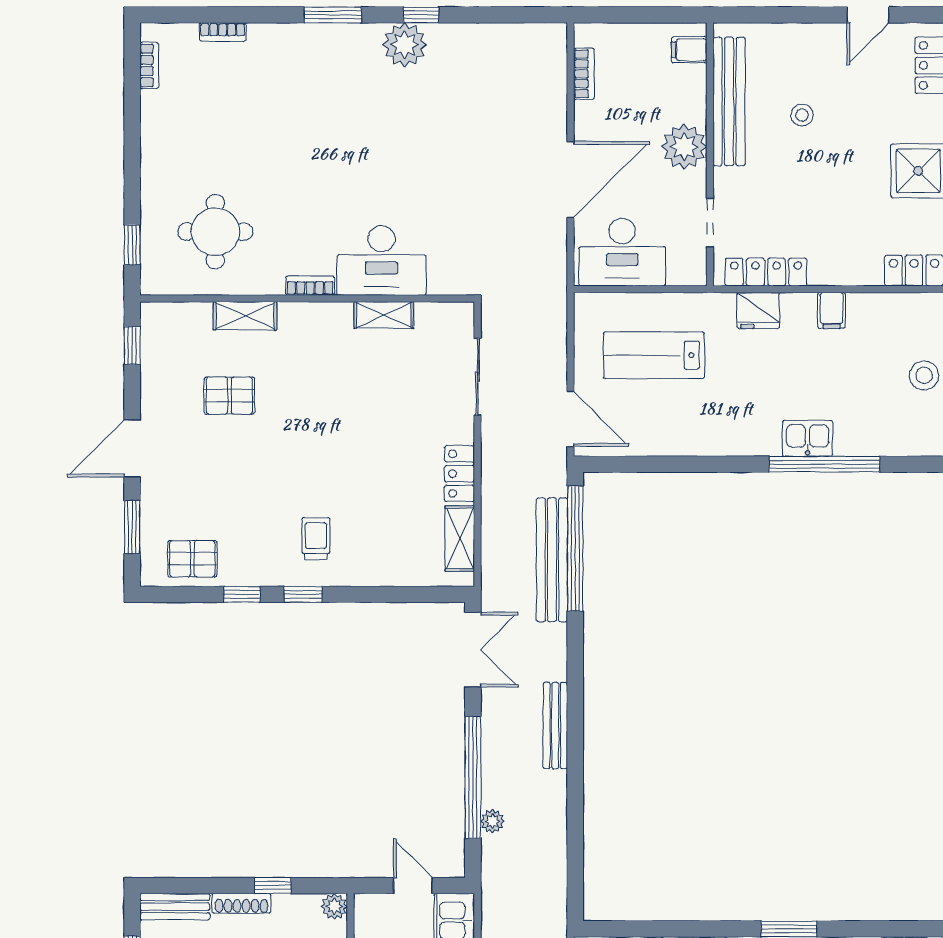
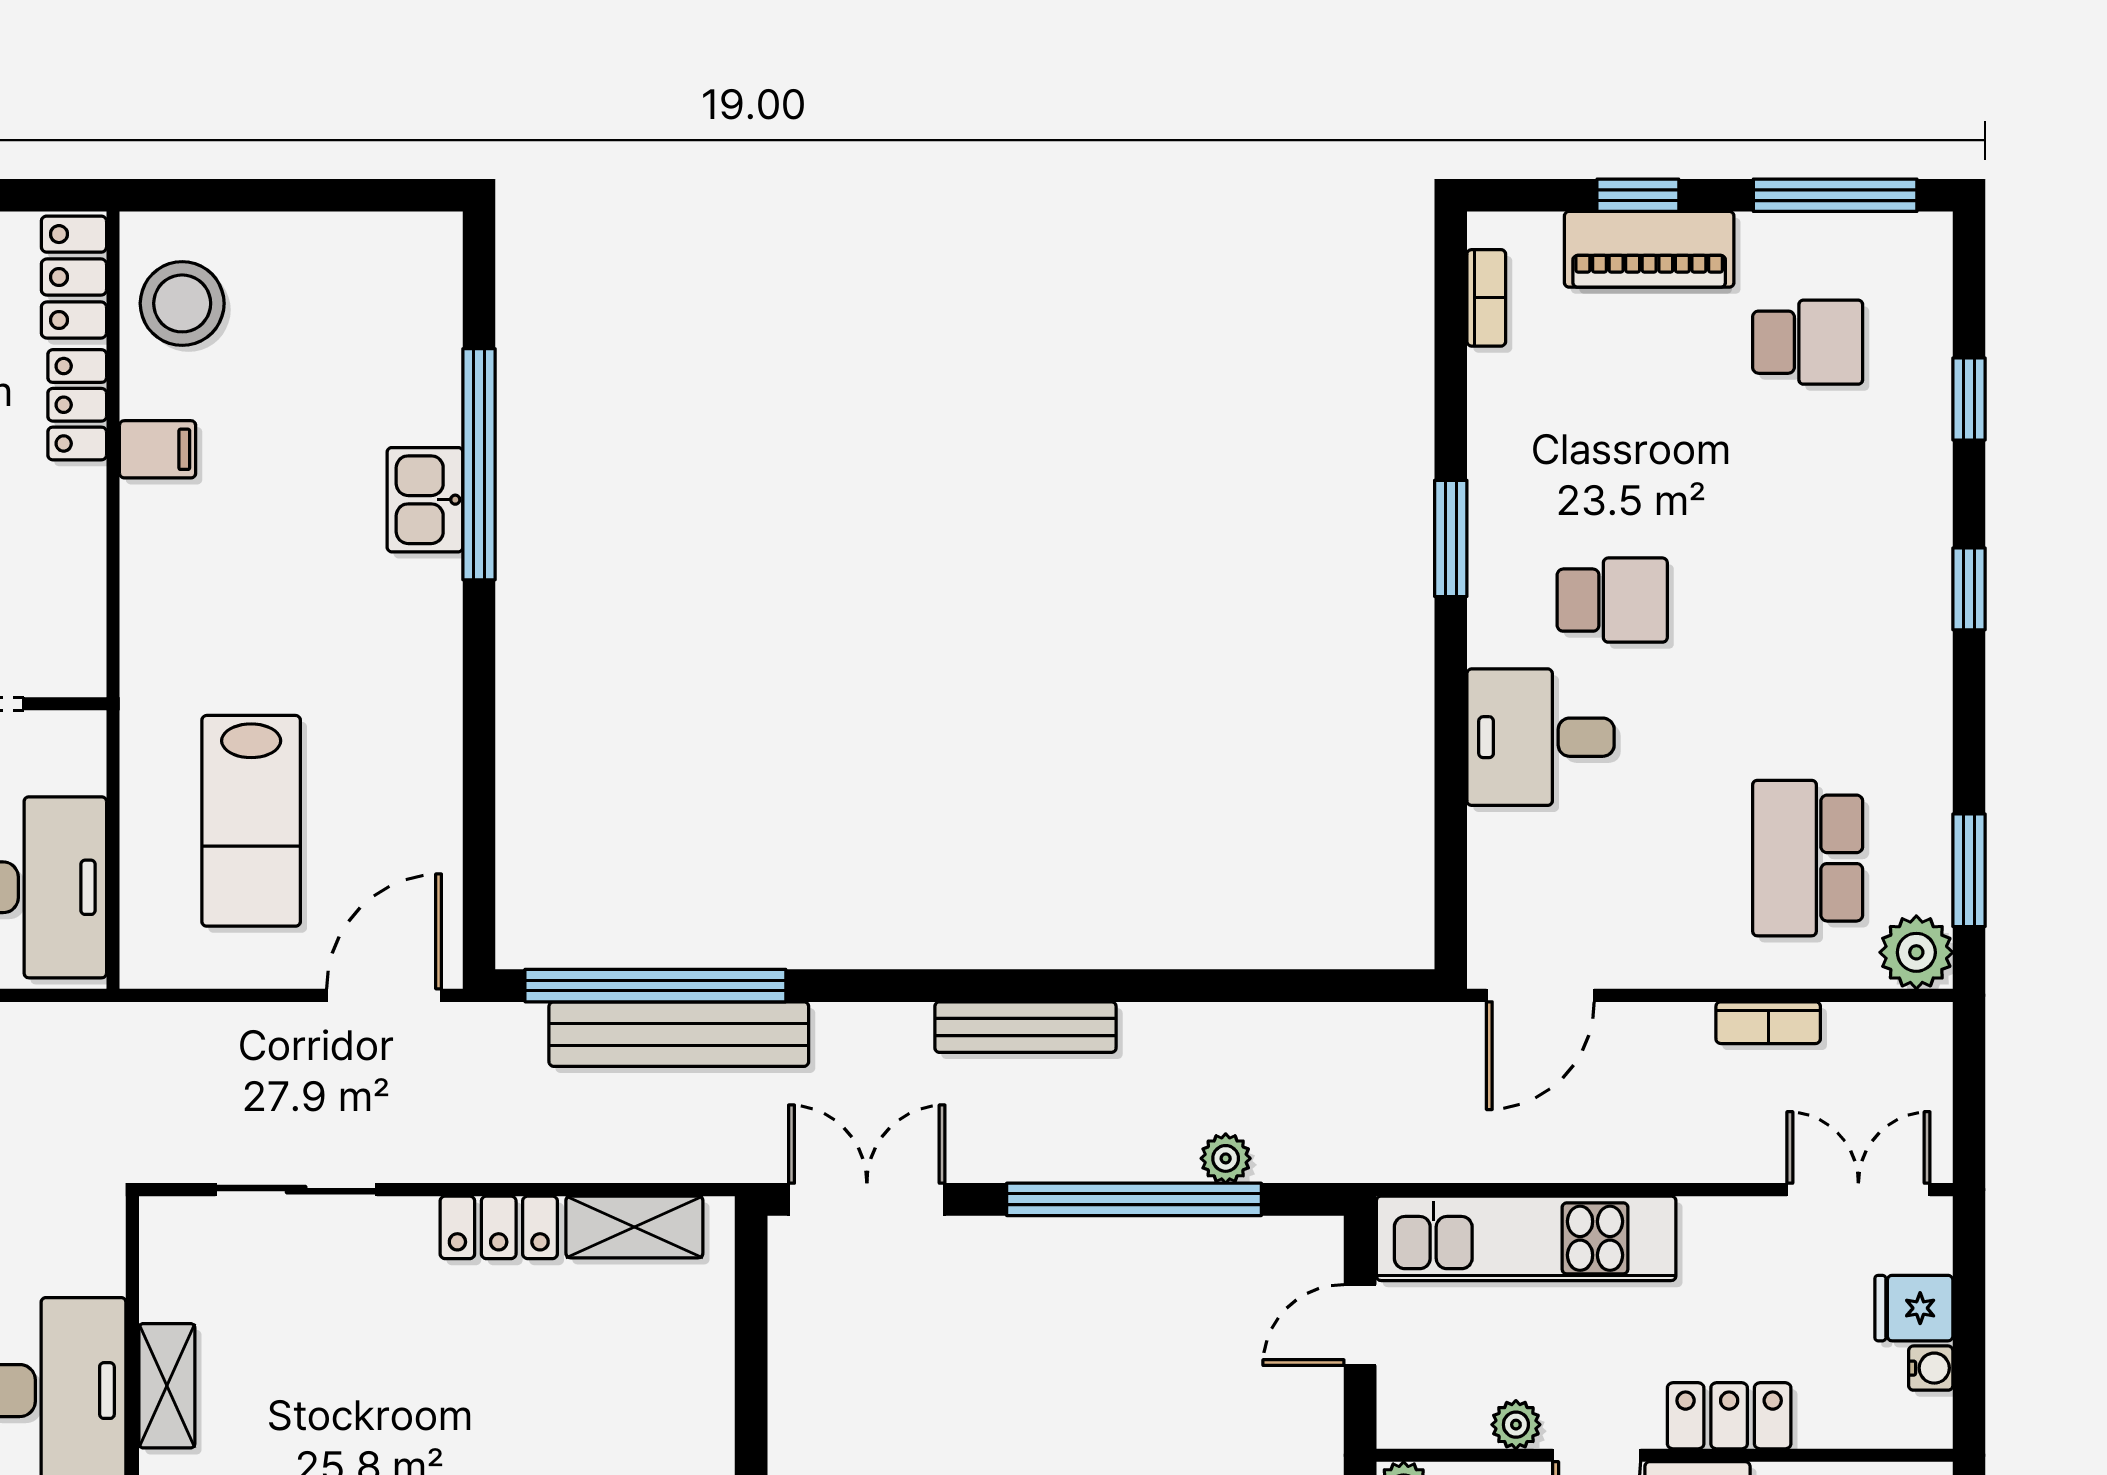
locker: (766, 272) -> (77, 405), moved, width x0.66
fridge: (758, 310) -> (157, 603), removed
stool: (924, 375) -> (182, 303), moved, width x1.38, depth x1.38

